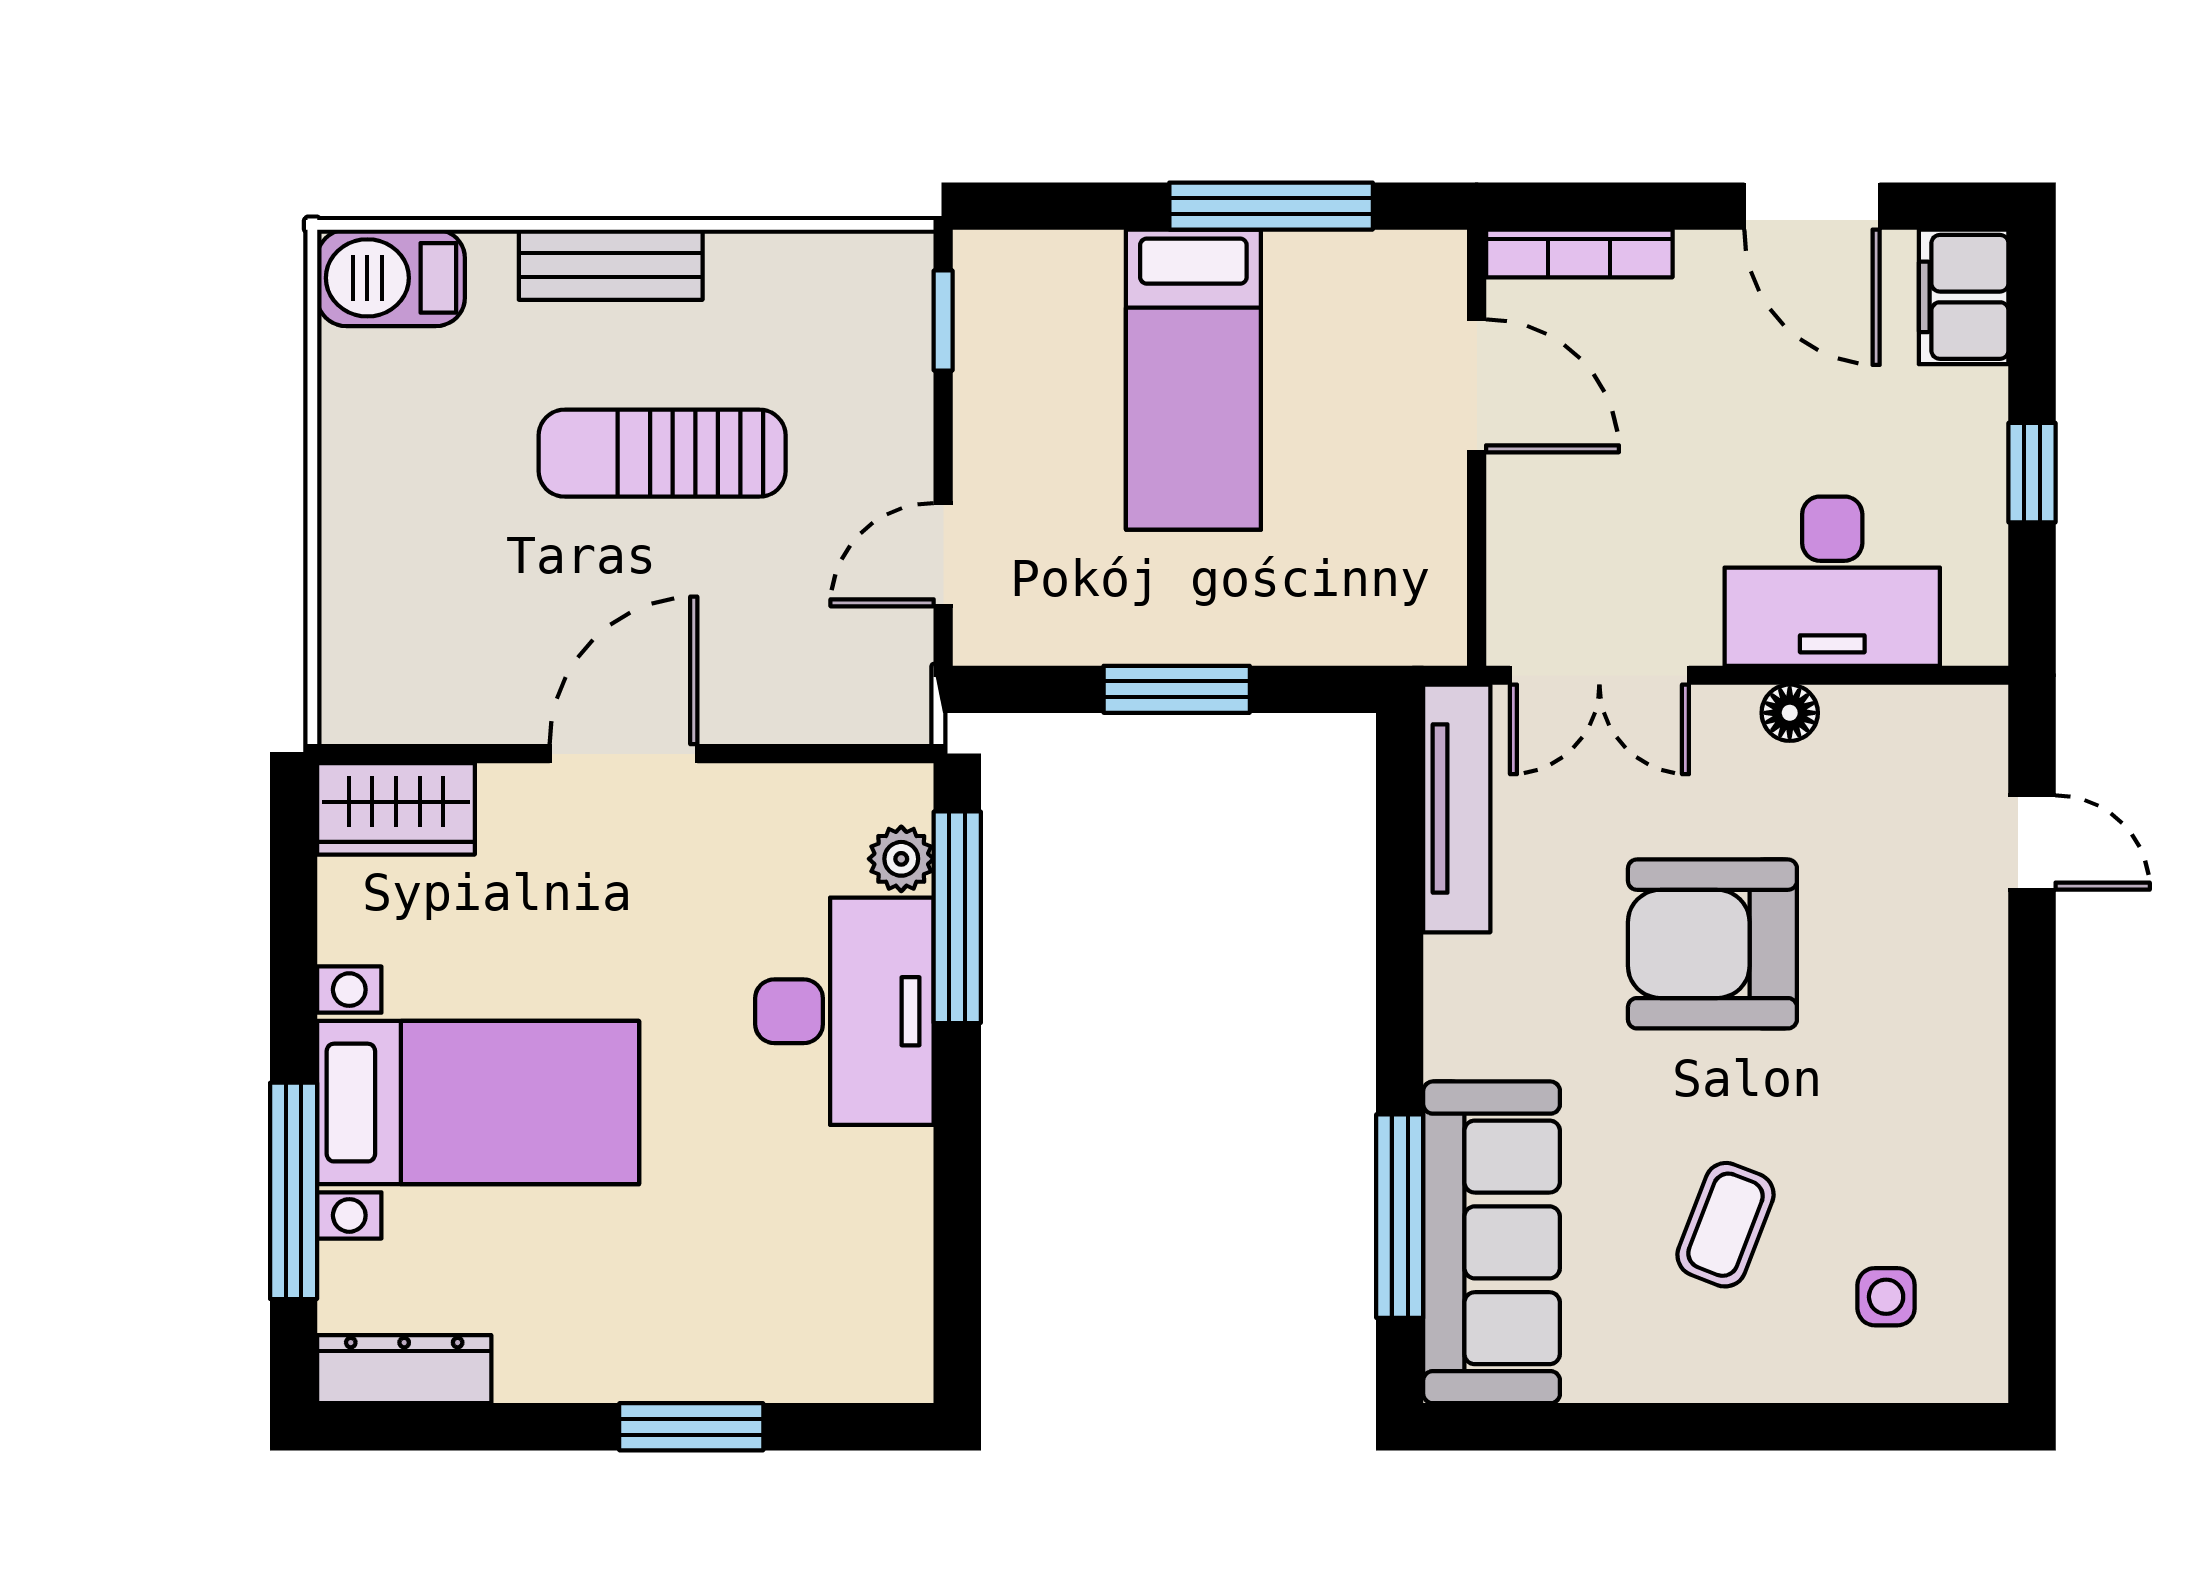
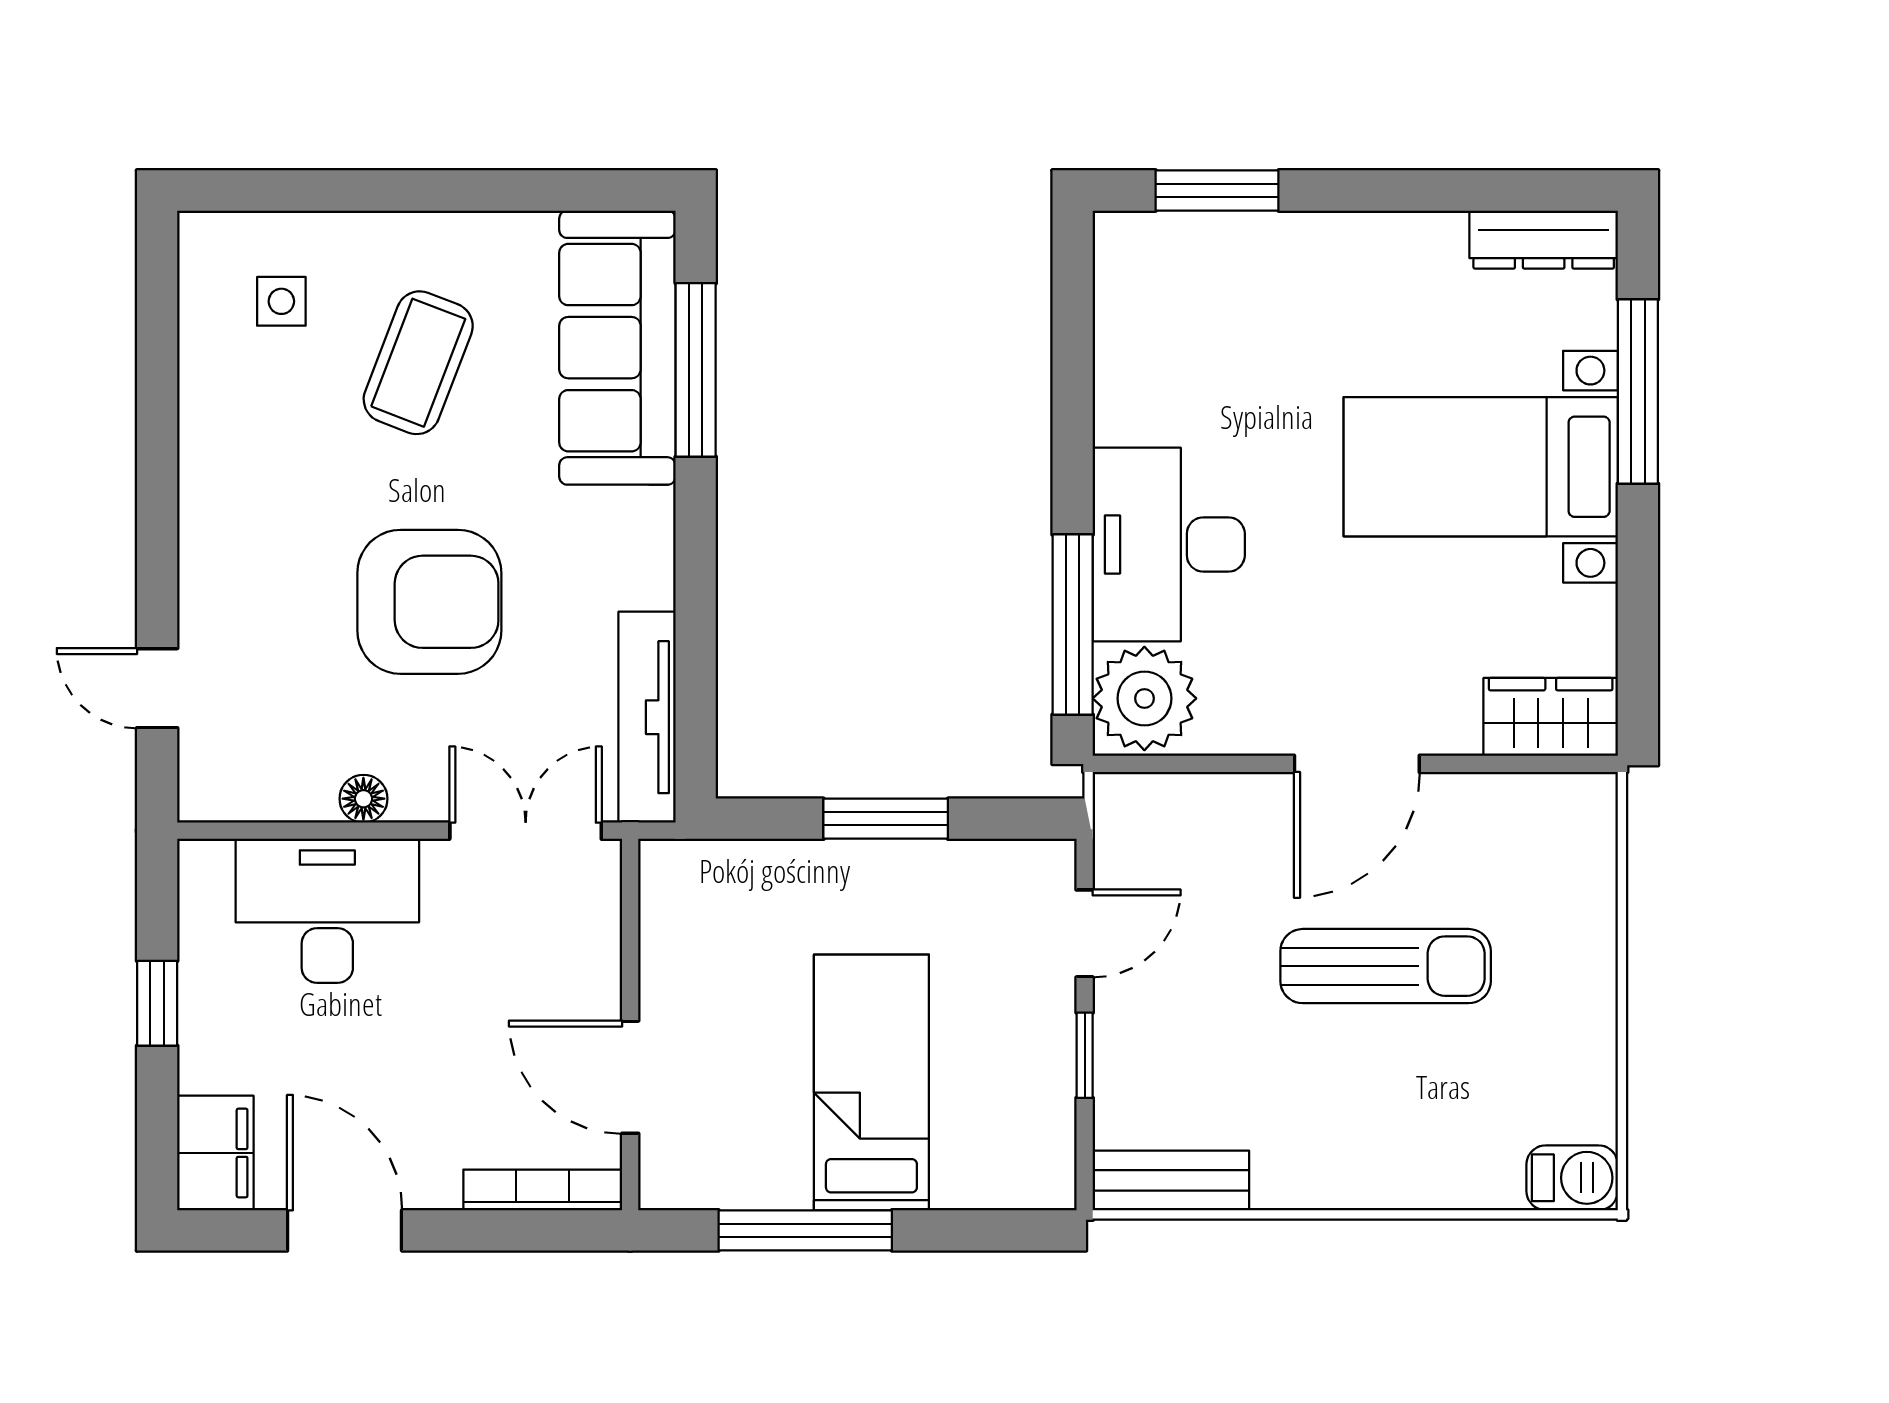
bench: (611, 265) -> (1171, 1180), moved
barbecue: (391, 278) -> (1572, 1178), width x0.73, depth x0.79
window: (943, 321) -> (1085, 1055), moved
sun lounger: (662, 453) -> (1386, 966), moved
plant: (901, 859) -> (1144, 698), width x1.88, depth x1.88
coffee table: (1726, 1225) -> (418, 363), width x1.36, depth x1.30
window: (691, 1427) -> (1217, 191), moved

